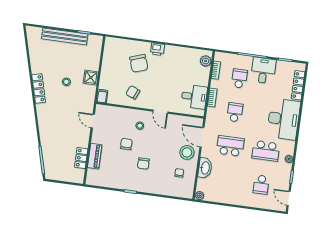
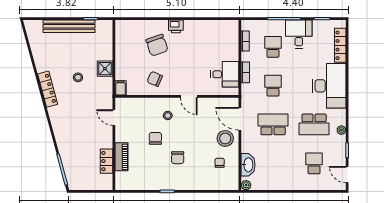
plant: (206, 61) -> (232, 32), removed
washbasin: (205, 168) -> (248, 165), moved
school desk: (261, 185) -> (314, 163), turned 180

